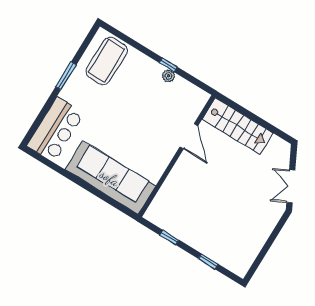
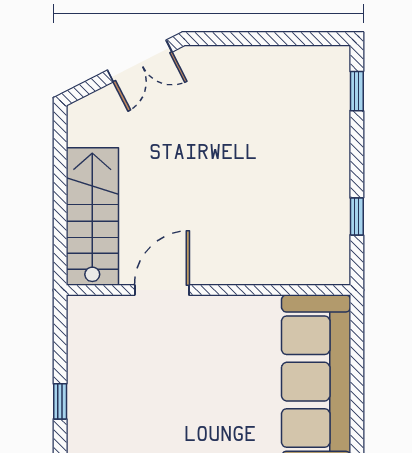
plant: (169, 76) -> (79, 389), removed
window: (208, 261) -> (357, 91), moved

